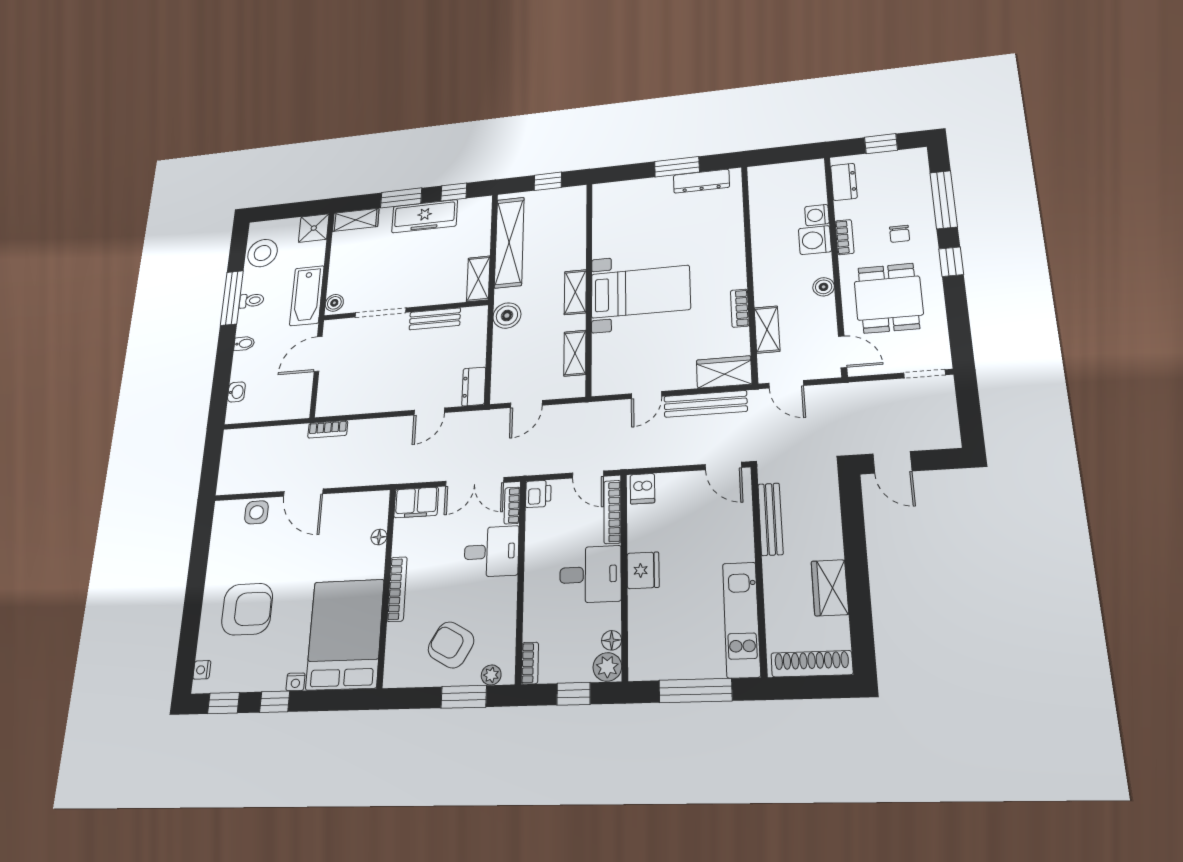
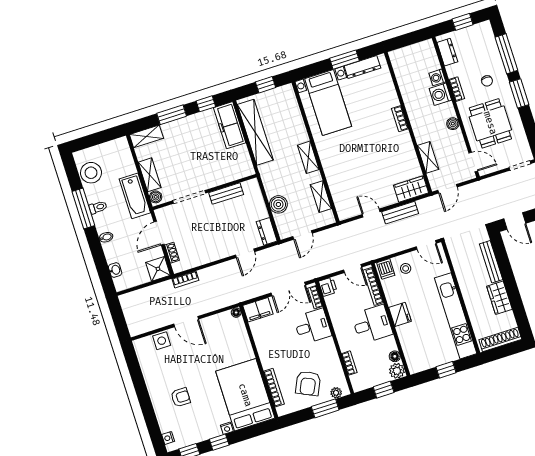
freezer: (425, 216) -> (230, 125), moved, turned 90
shower: (314, 228) -> (158, 269), moved
window: (951, 262) -> (519, 93), width x1.50
shelving: (478, 279) -> (150, 175), moved
bed with nightstands: (640, 292) -> (328, 102), moved, turned 90
bookcase: (740, 308) -> (400, 119), moved
boiler: (507, 315) -> (278, 204), moved
door: (786, 384) -> (448, 189), hinge flipped
shoe rack: (325, 386) -> (172, 253), added
door: (646, 395) -> (371, 213), swing flipped
bench: (705, 404) -> (400, 213), width x0.73
stool: (676, 496) -> (406, 268), added
bench: (770, 519) -> (491, 262), moved
floor lamp: (379, 537) -> (236, 313), moved
bookcase: (397, 589) -> (274, 388), moved
armchair: (247, 609) -> (181, 397), width x0.53, depth x0.53
kitchen unit: (741, 619) -> (456, 316), width x1.36
armchair: (451, 645) -> (308, 383), turned -95
bookcase: (530, 663) -> (349, 363), moved
window: (695, 691) -> (446, 370), width x0.46

